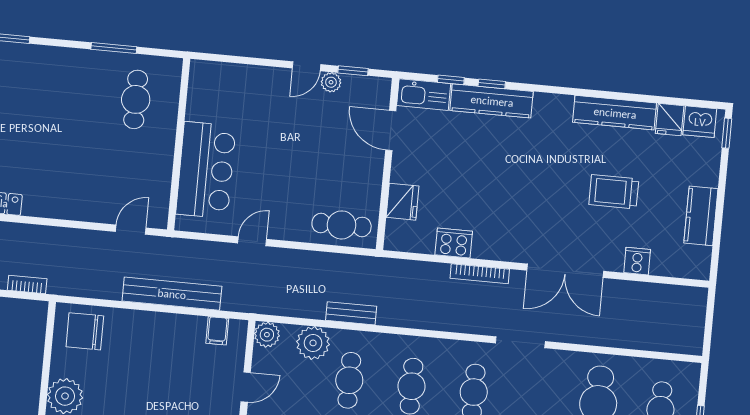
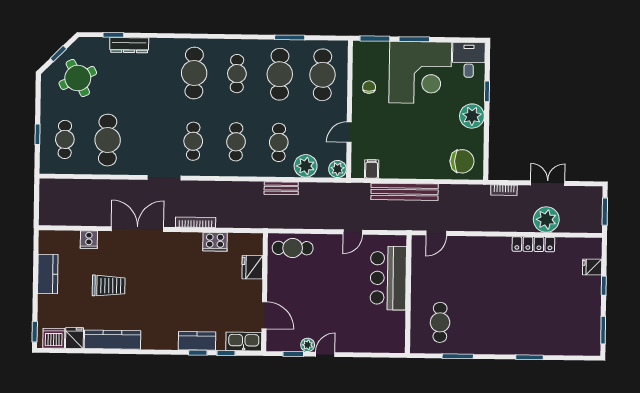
kitchen counter: (492, 101) -> (197, 341), width x0.67

